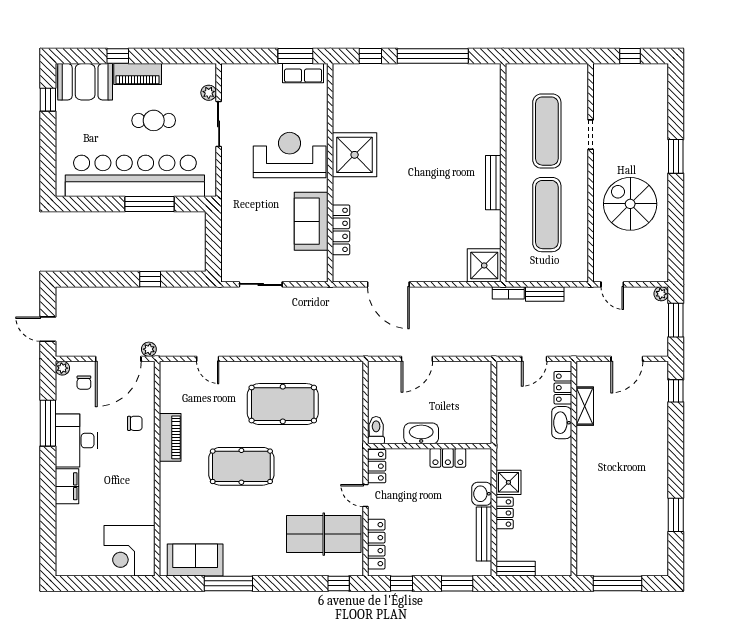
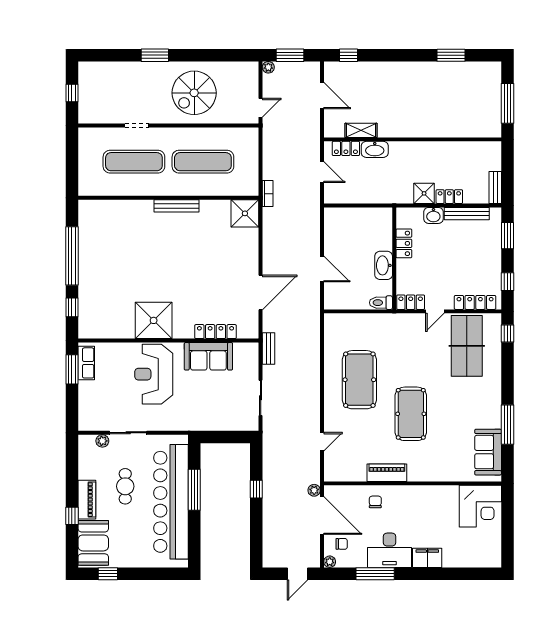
bench: (545, 294) -> (268, 349), moved

